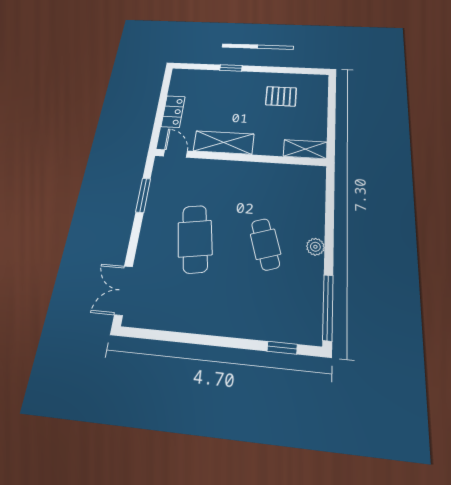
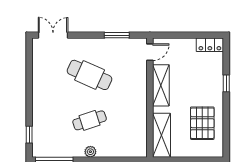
pallet: (281, 96) -> (202, 123), width x1.50, depth x1.42
locker: (173, 111) -> (210, 45), moved
shelving: (305, 149) -> (162, 135), width x1.50, depth x1.33
cafe table: (195, 239) -> (90, 75), turned 33

